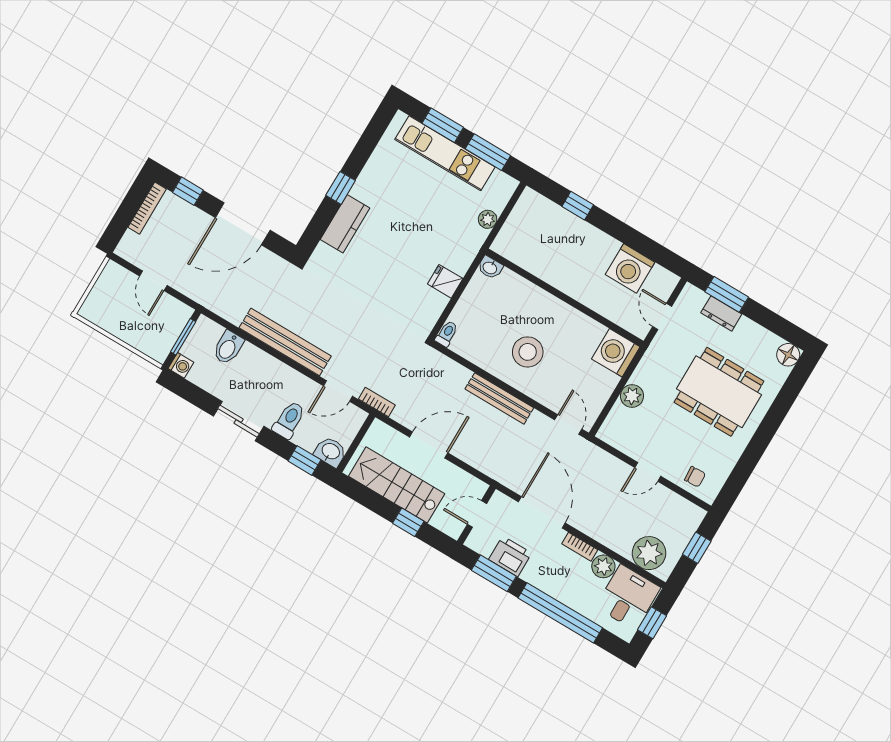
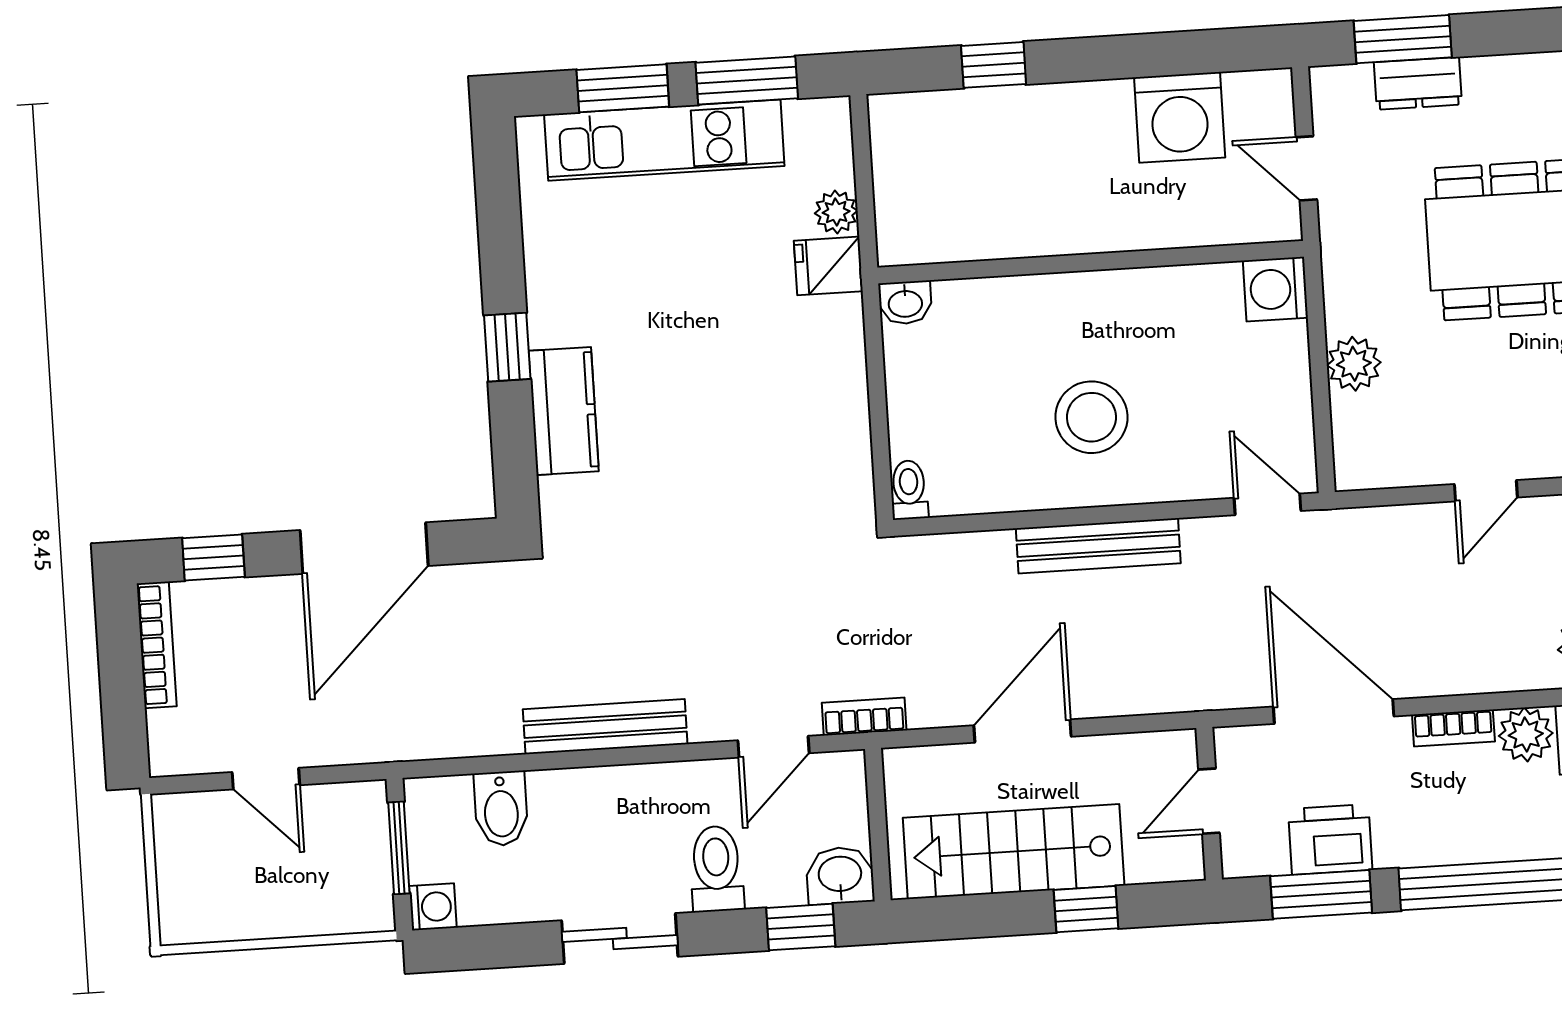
fridge: (445, 281) -> (828, 266), moved
bench: (285, 342) -> (605, 727), width x0.73, depth x0.82
washing machine: (616, 353) -> (1275, 289), width x0.73, depth x0.73

